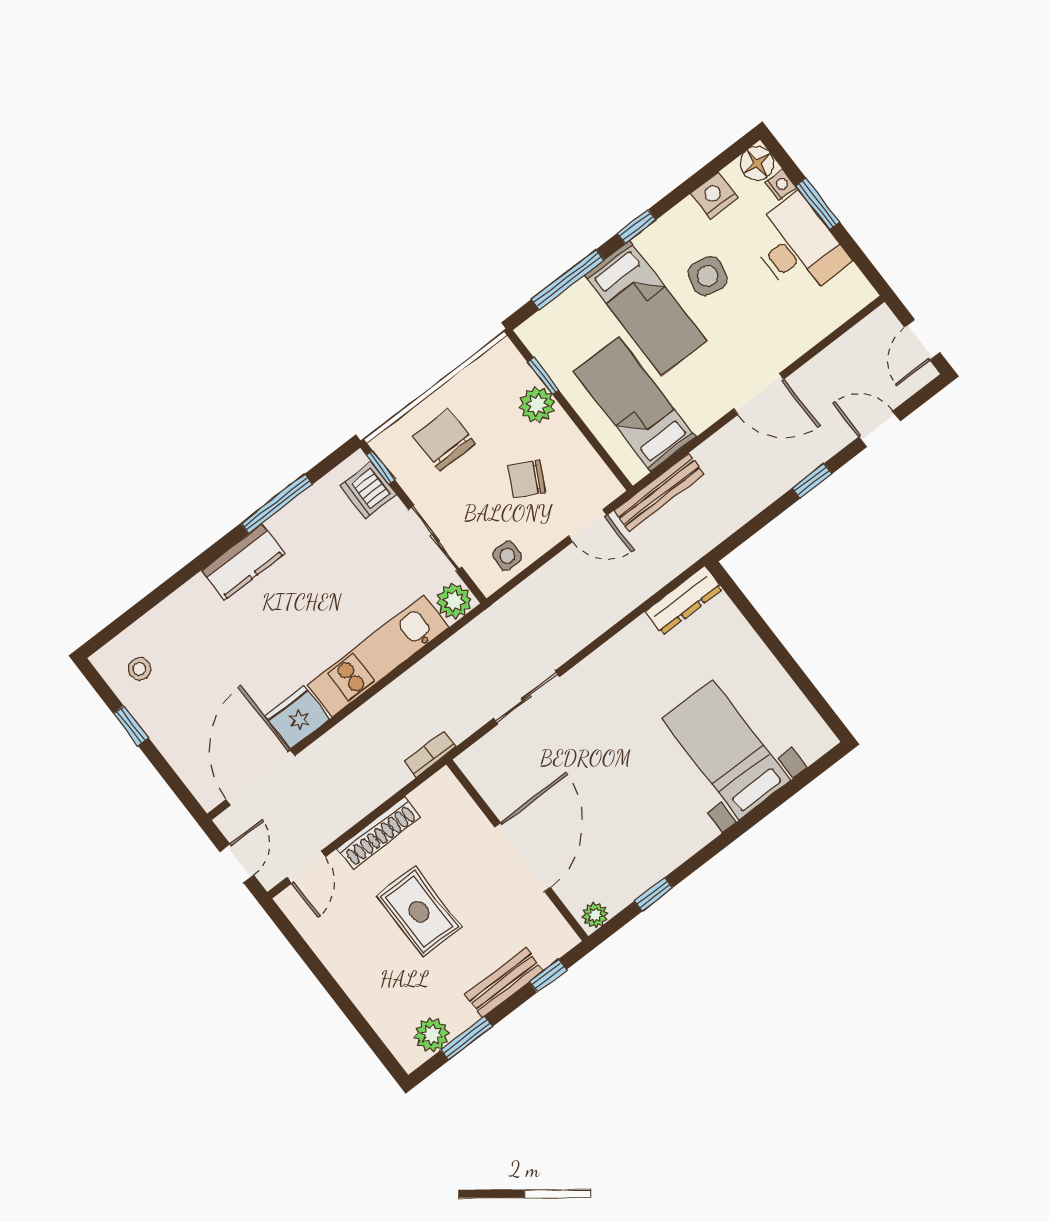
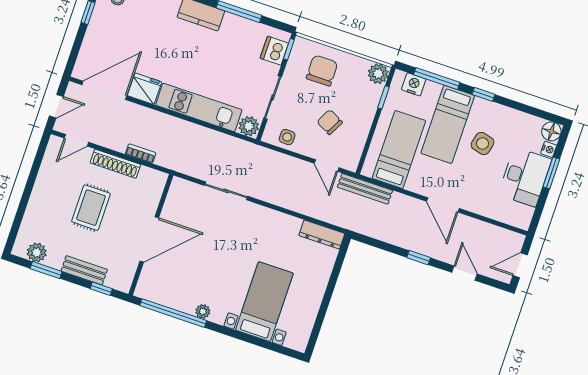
nightstand: (714, 195) -> (414, 84), moved
plant: (537, 405) -> (378, 74), moved
bookcase: (430, 754) -> (141, 153), moved
window: (654, 894) -> (173, 313), width x3.17
plant: (595, 915) -> (203, 311), moved

